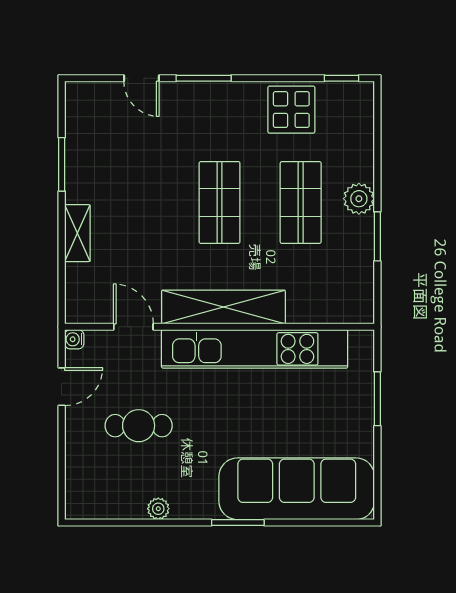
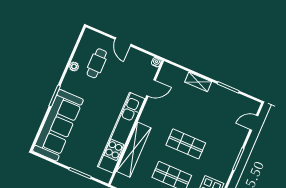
door: (141, 78) -> (254, 123), moved
shelving: (223, 307) -> (134, 150), moved
door: (62, 387) -> (123, 42), moved
cafe table: (139, 426) -> (97, 63), moved

